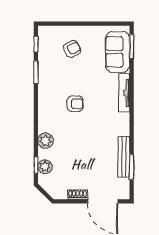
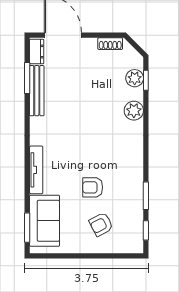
armchair: (75, 104) -> (93, 187), moved
dresser: (124, 188) -> (37, 52), added
shoe rack: (78, 195) -> (110, 44), moved

